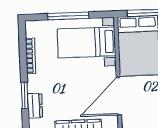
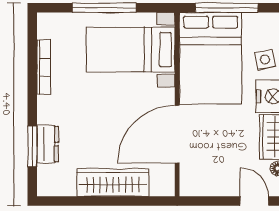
window: (25, 95) -> (32, 147), moved

